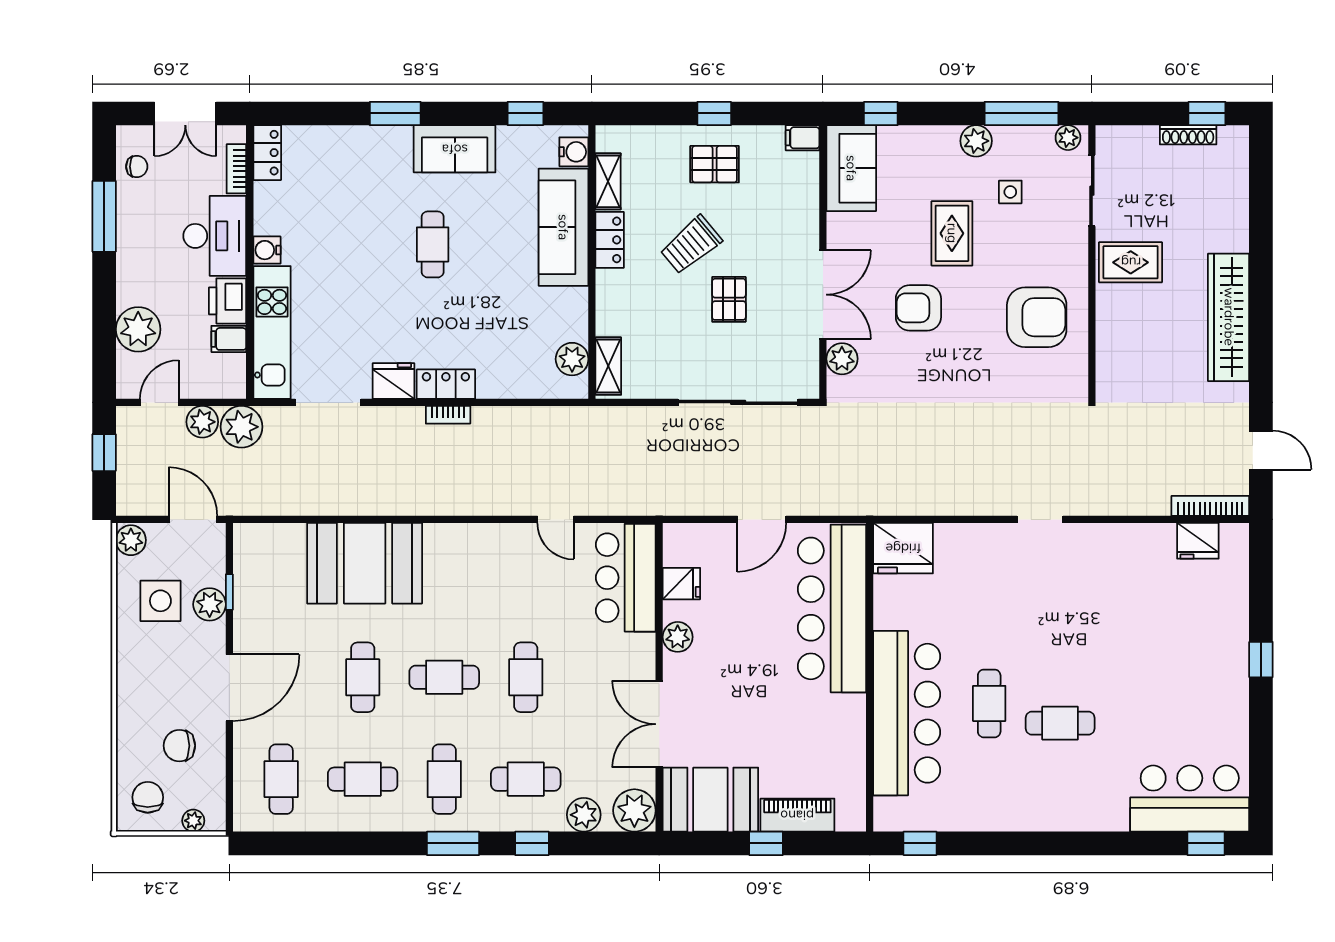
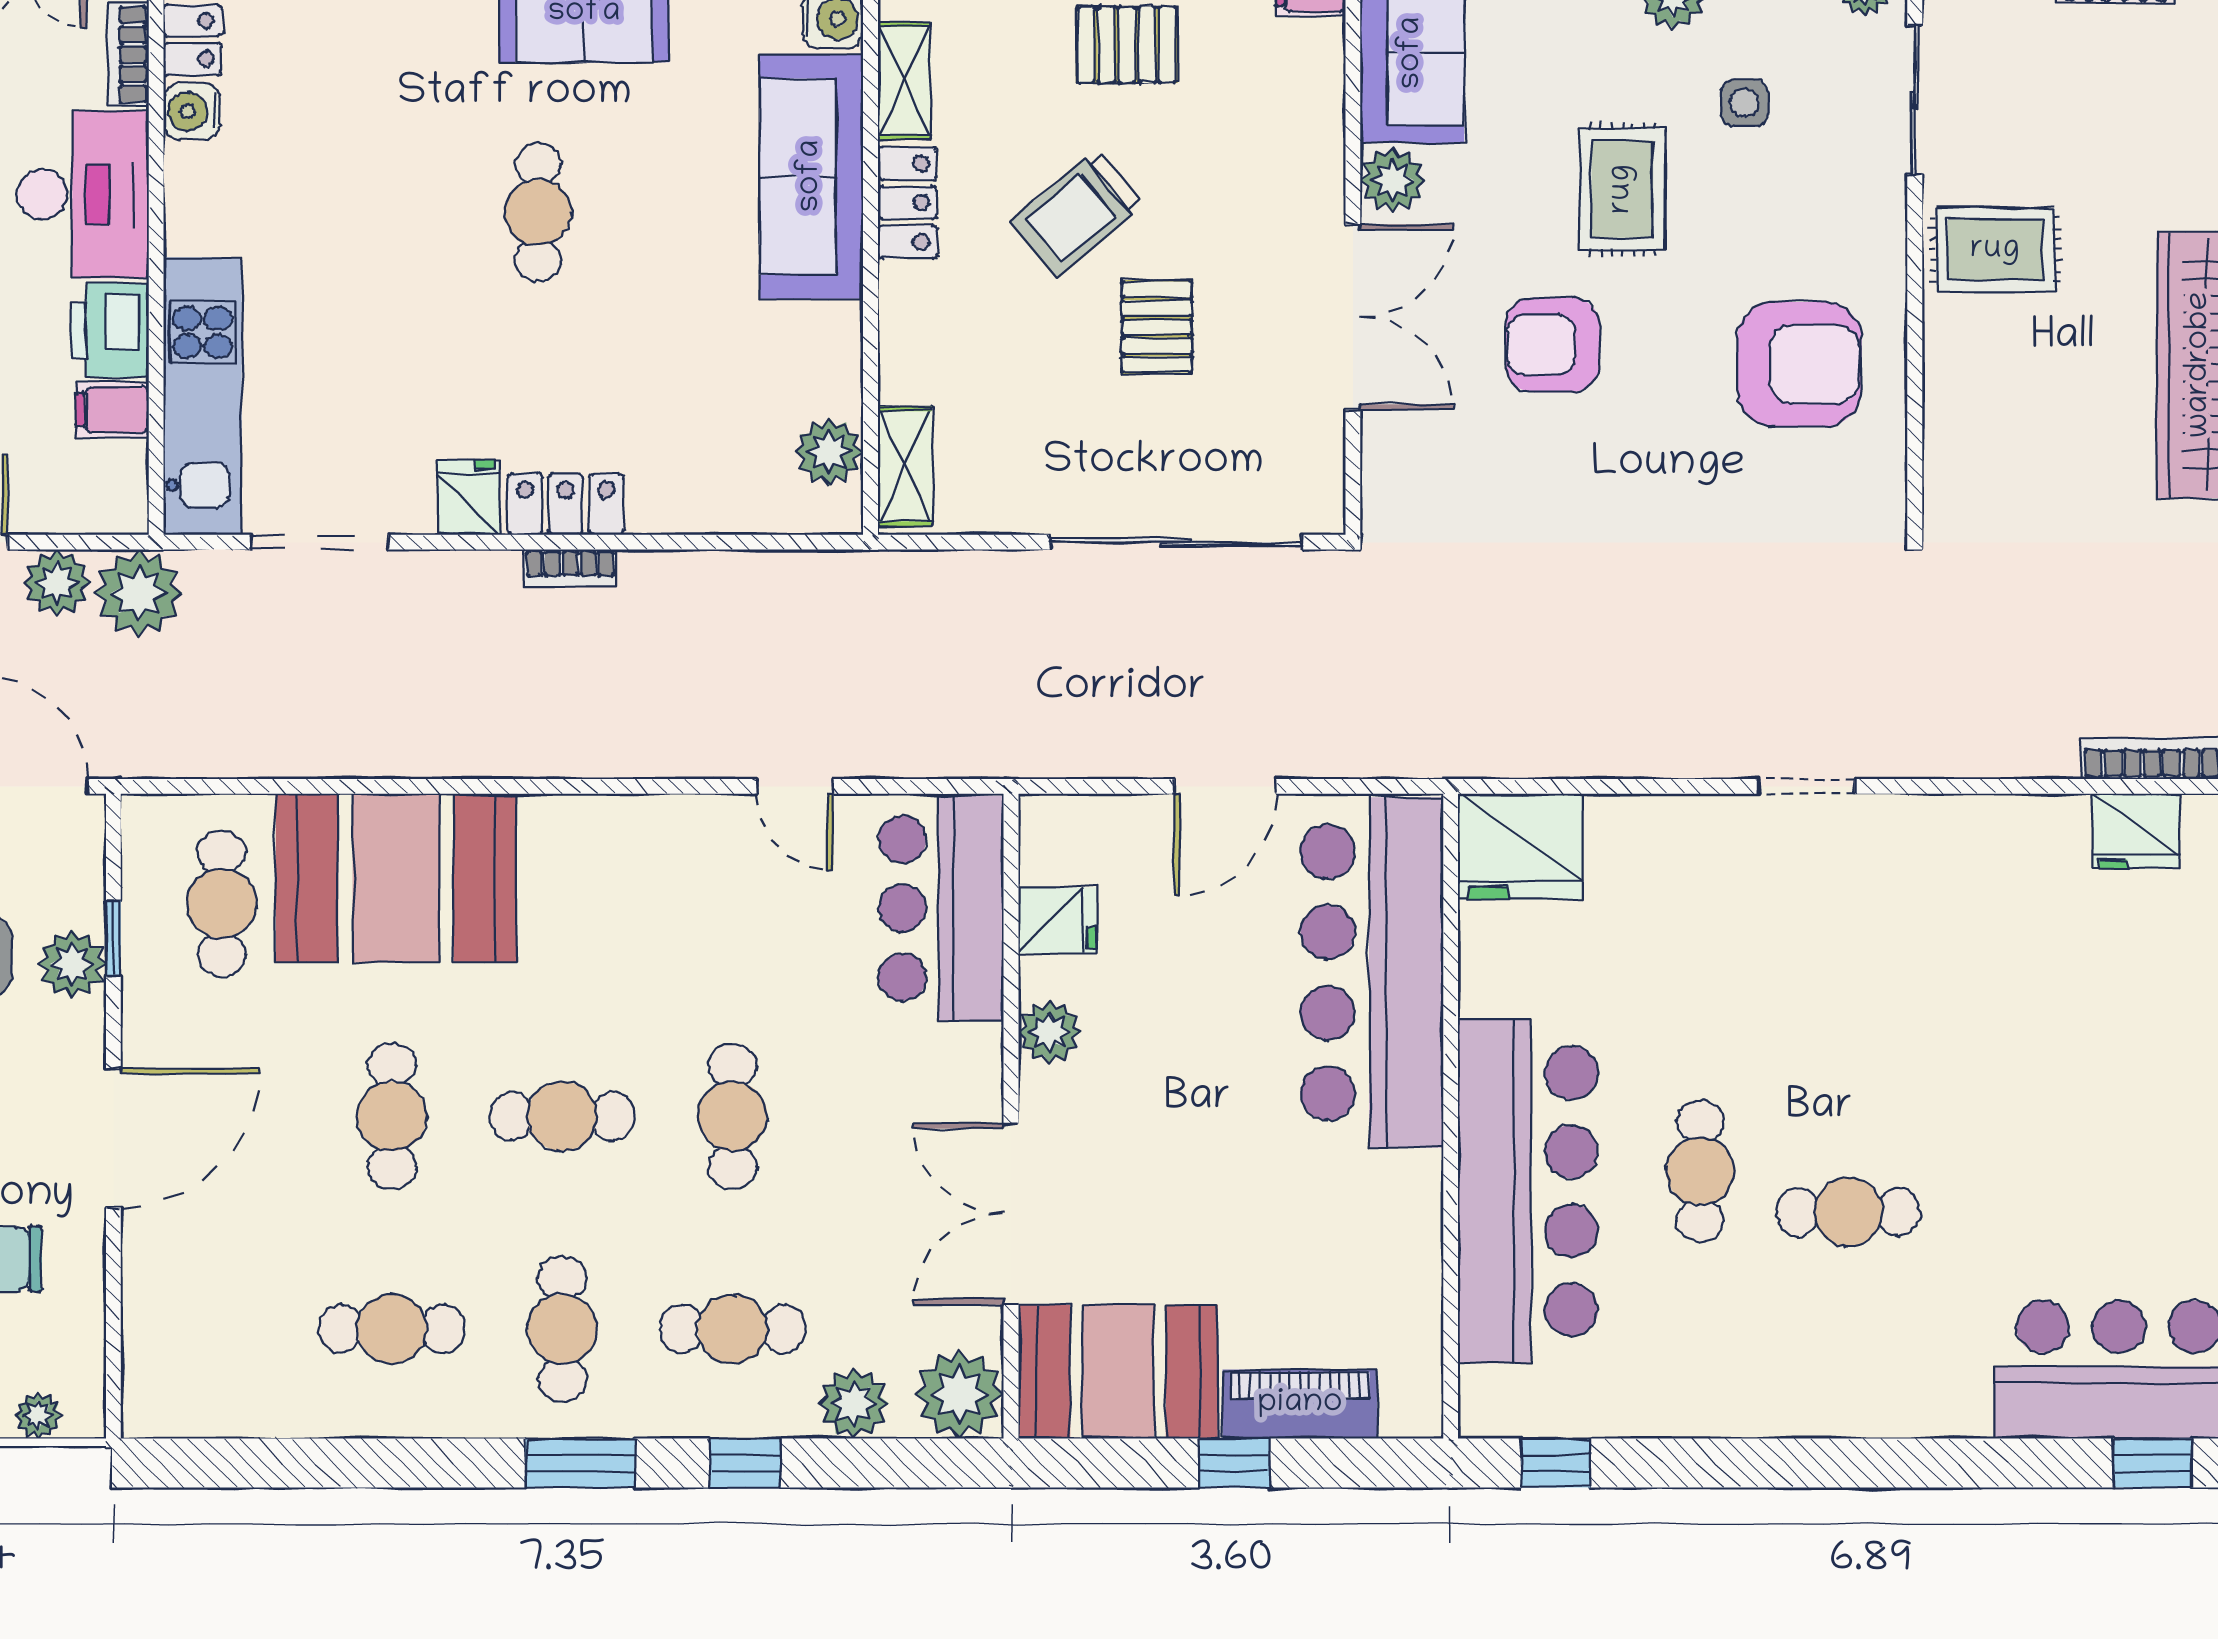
water cooler: (267, 250) -> (192, 111), moved
plant: (842, 359) -> (1393, 180), moved
fridge: (394, 381) -> (468, 497), width x0.72
cafe table: (281, 779) -> (222, 903), moved

